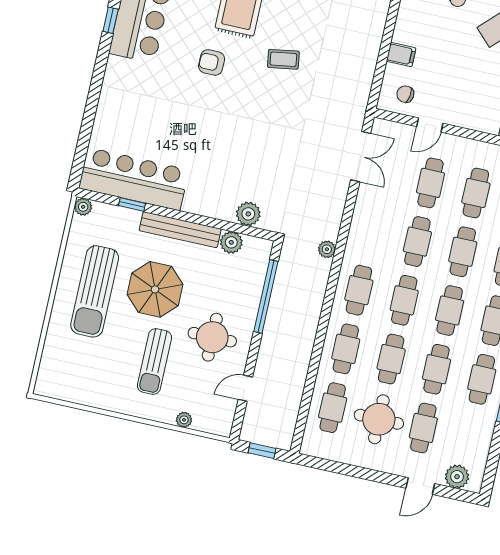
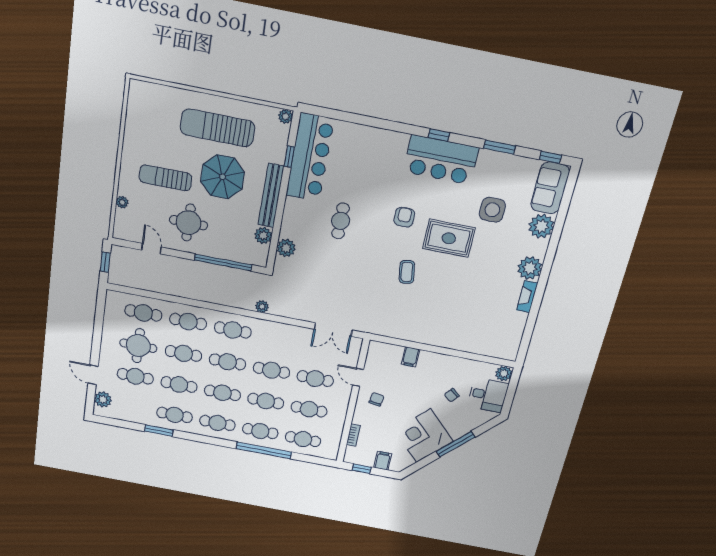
chair: (405, 94) -> (377, 399), moved
cafe table: (214, 143) -> (341, 221), added

